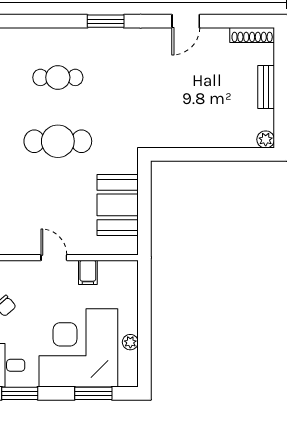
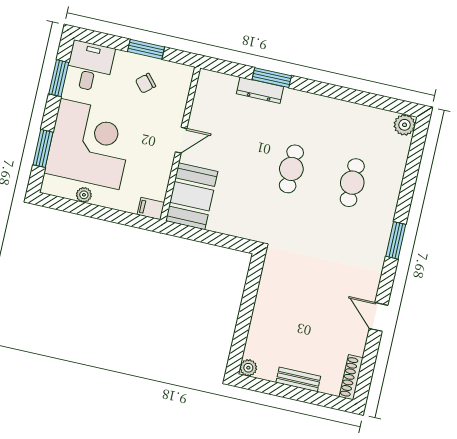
cafe table: (58, 141) -> (291, 169), width x0.73, depth x0.74
booth: (118, 205) -> (192, 196), moved, turned 90
filing cabinet: (88, 272) -> (151, 208), moved

